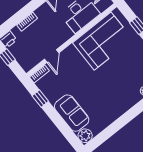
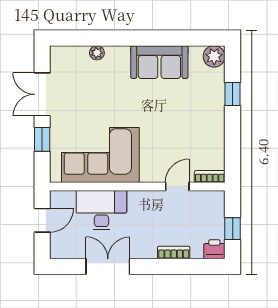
window: (40, 99) -> (233, 94), moved
sofa: (72, 113) -> (159, 62), moved, turned -90

